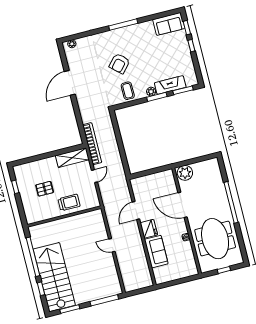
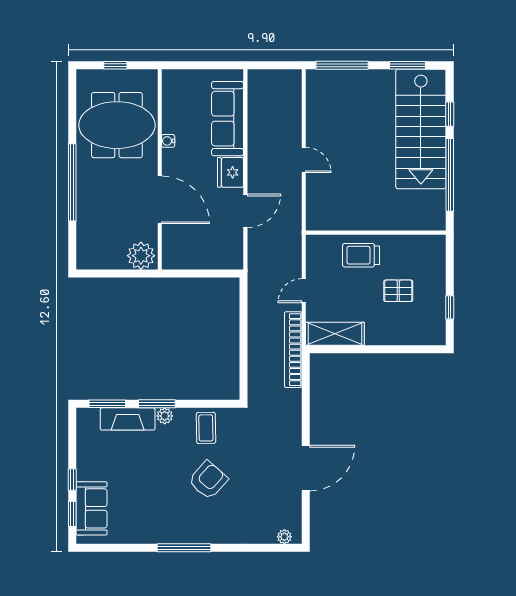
sofa: (169, 24) -> (91, 508), moved, turned 90
meeting table: (215, 239) -> (117, 125), turned 90
sofa: (156, 252) -> (228, 119), width x1.36

